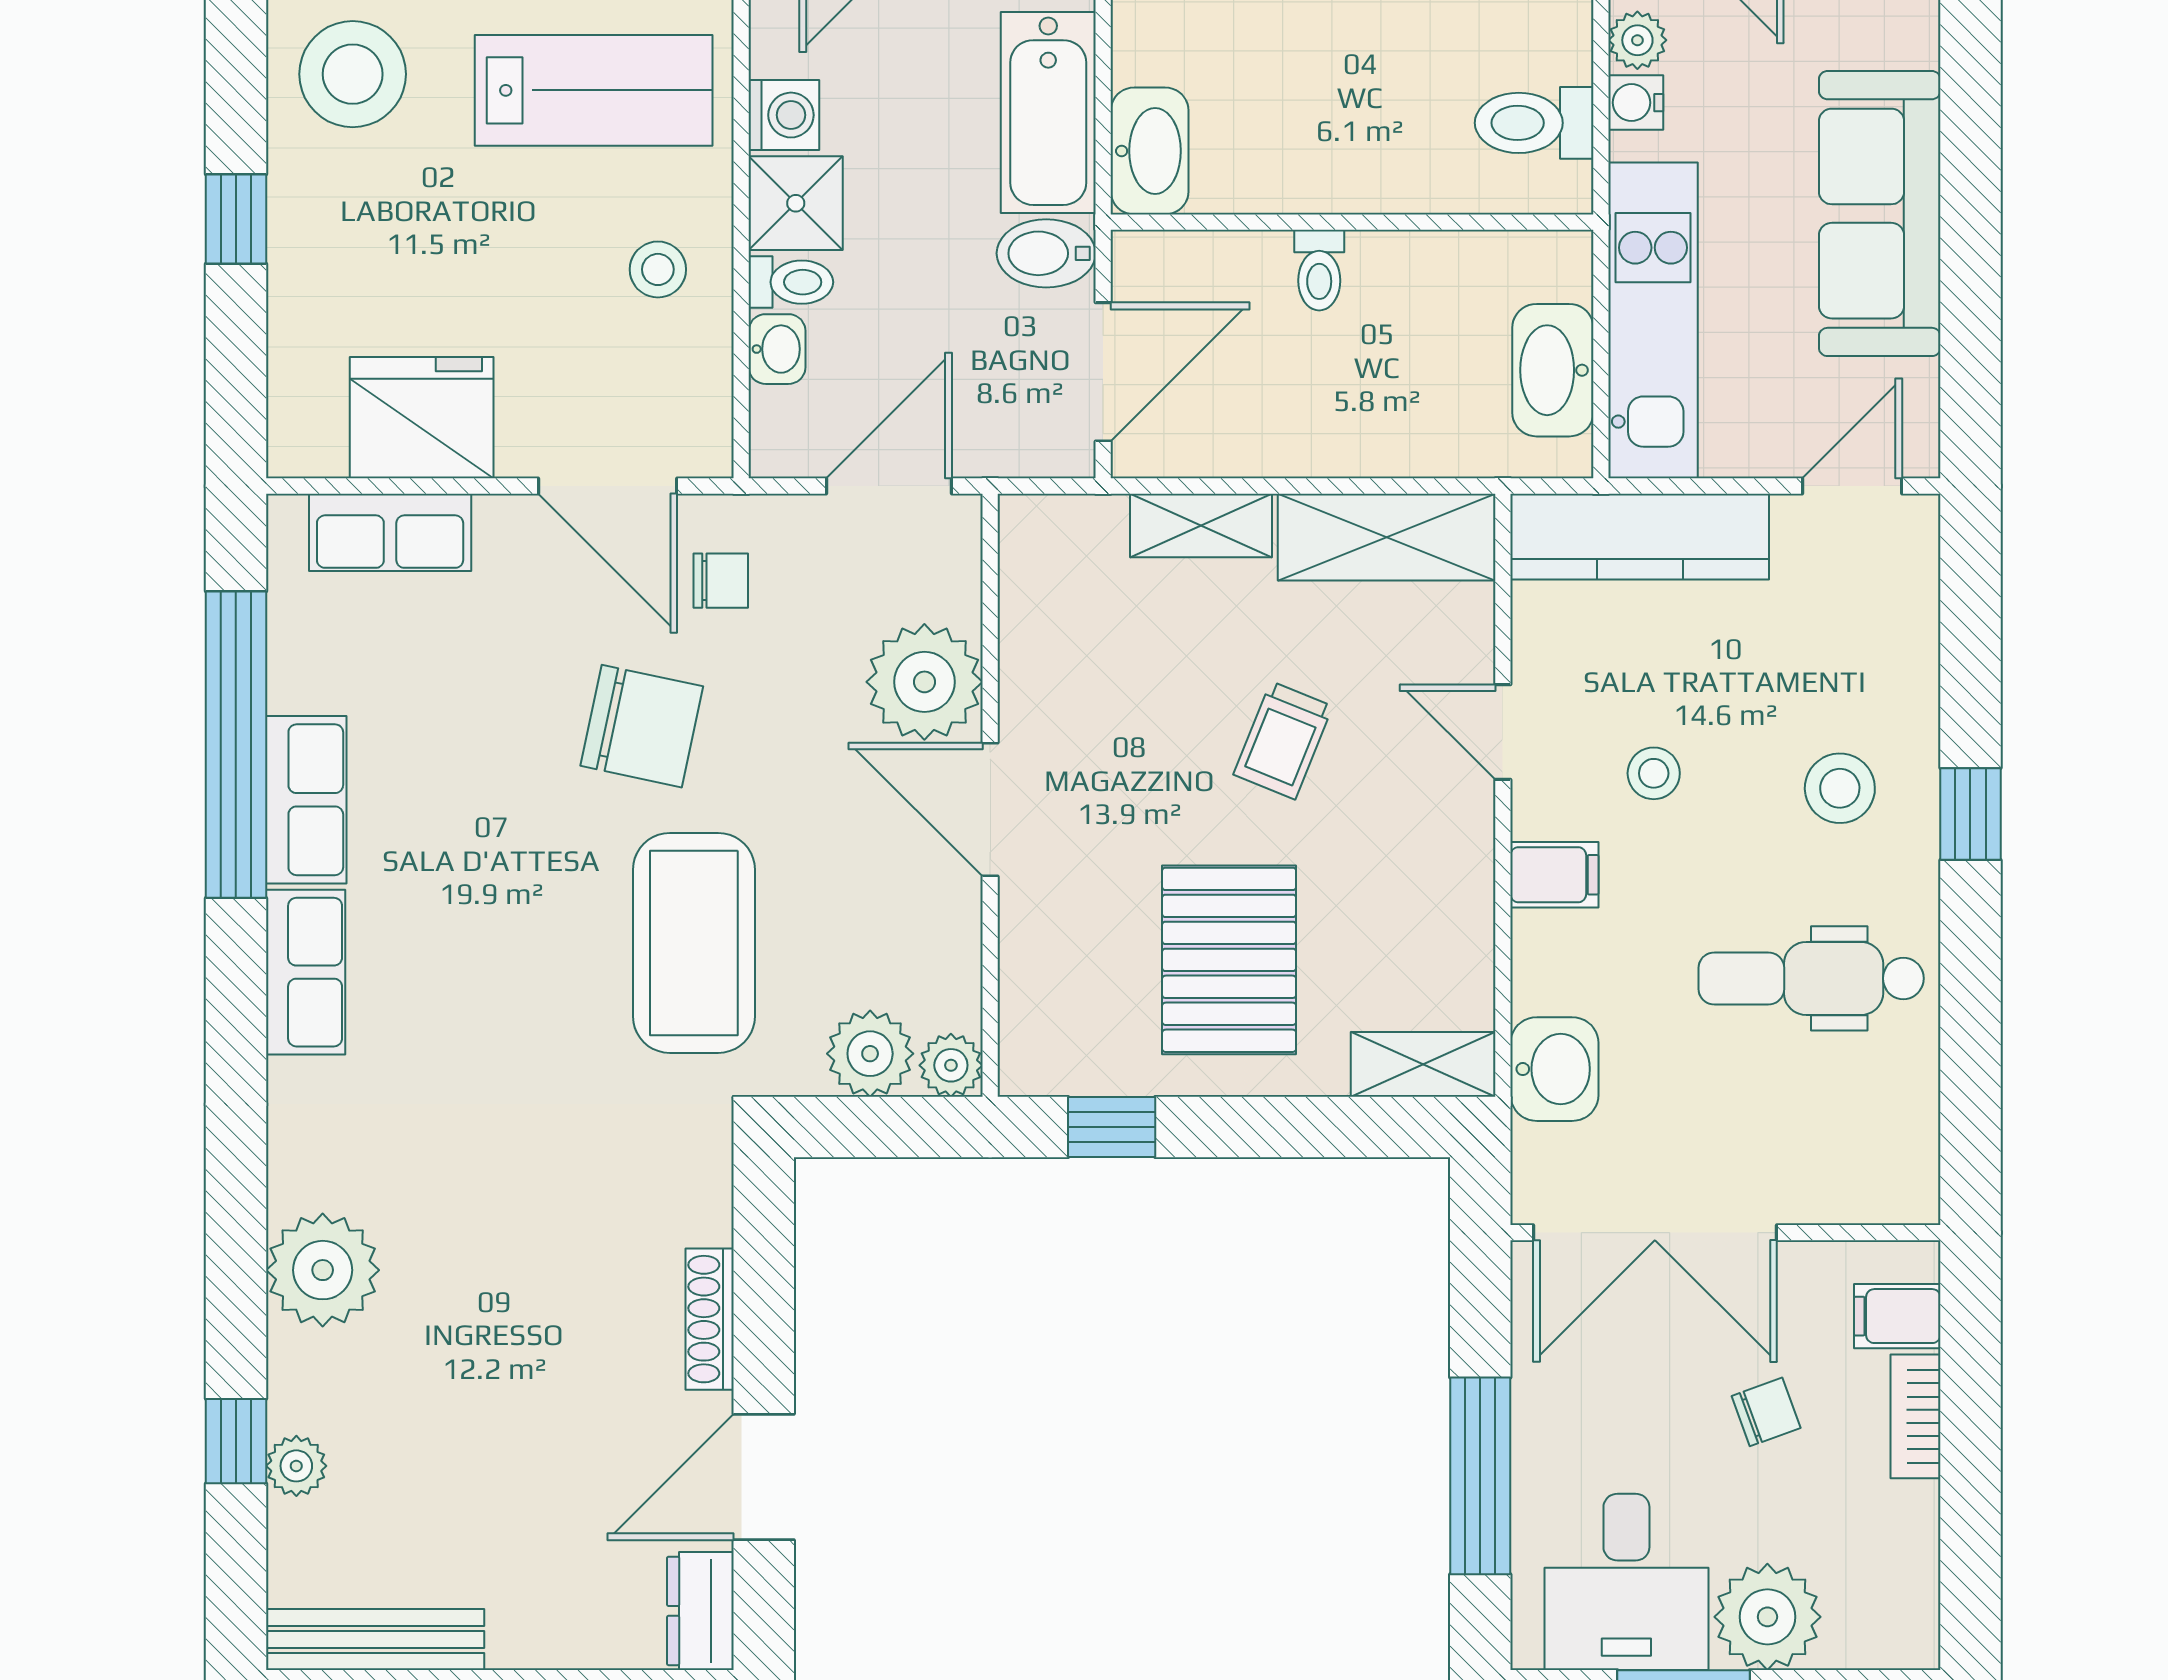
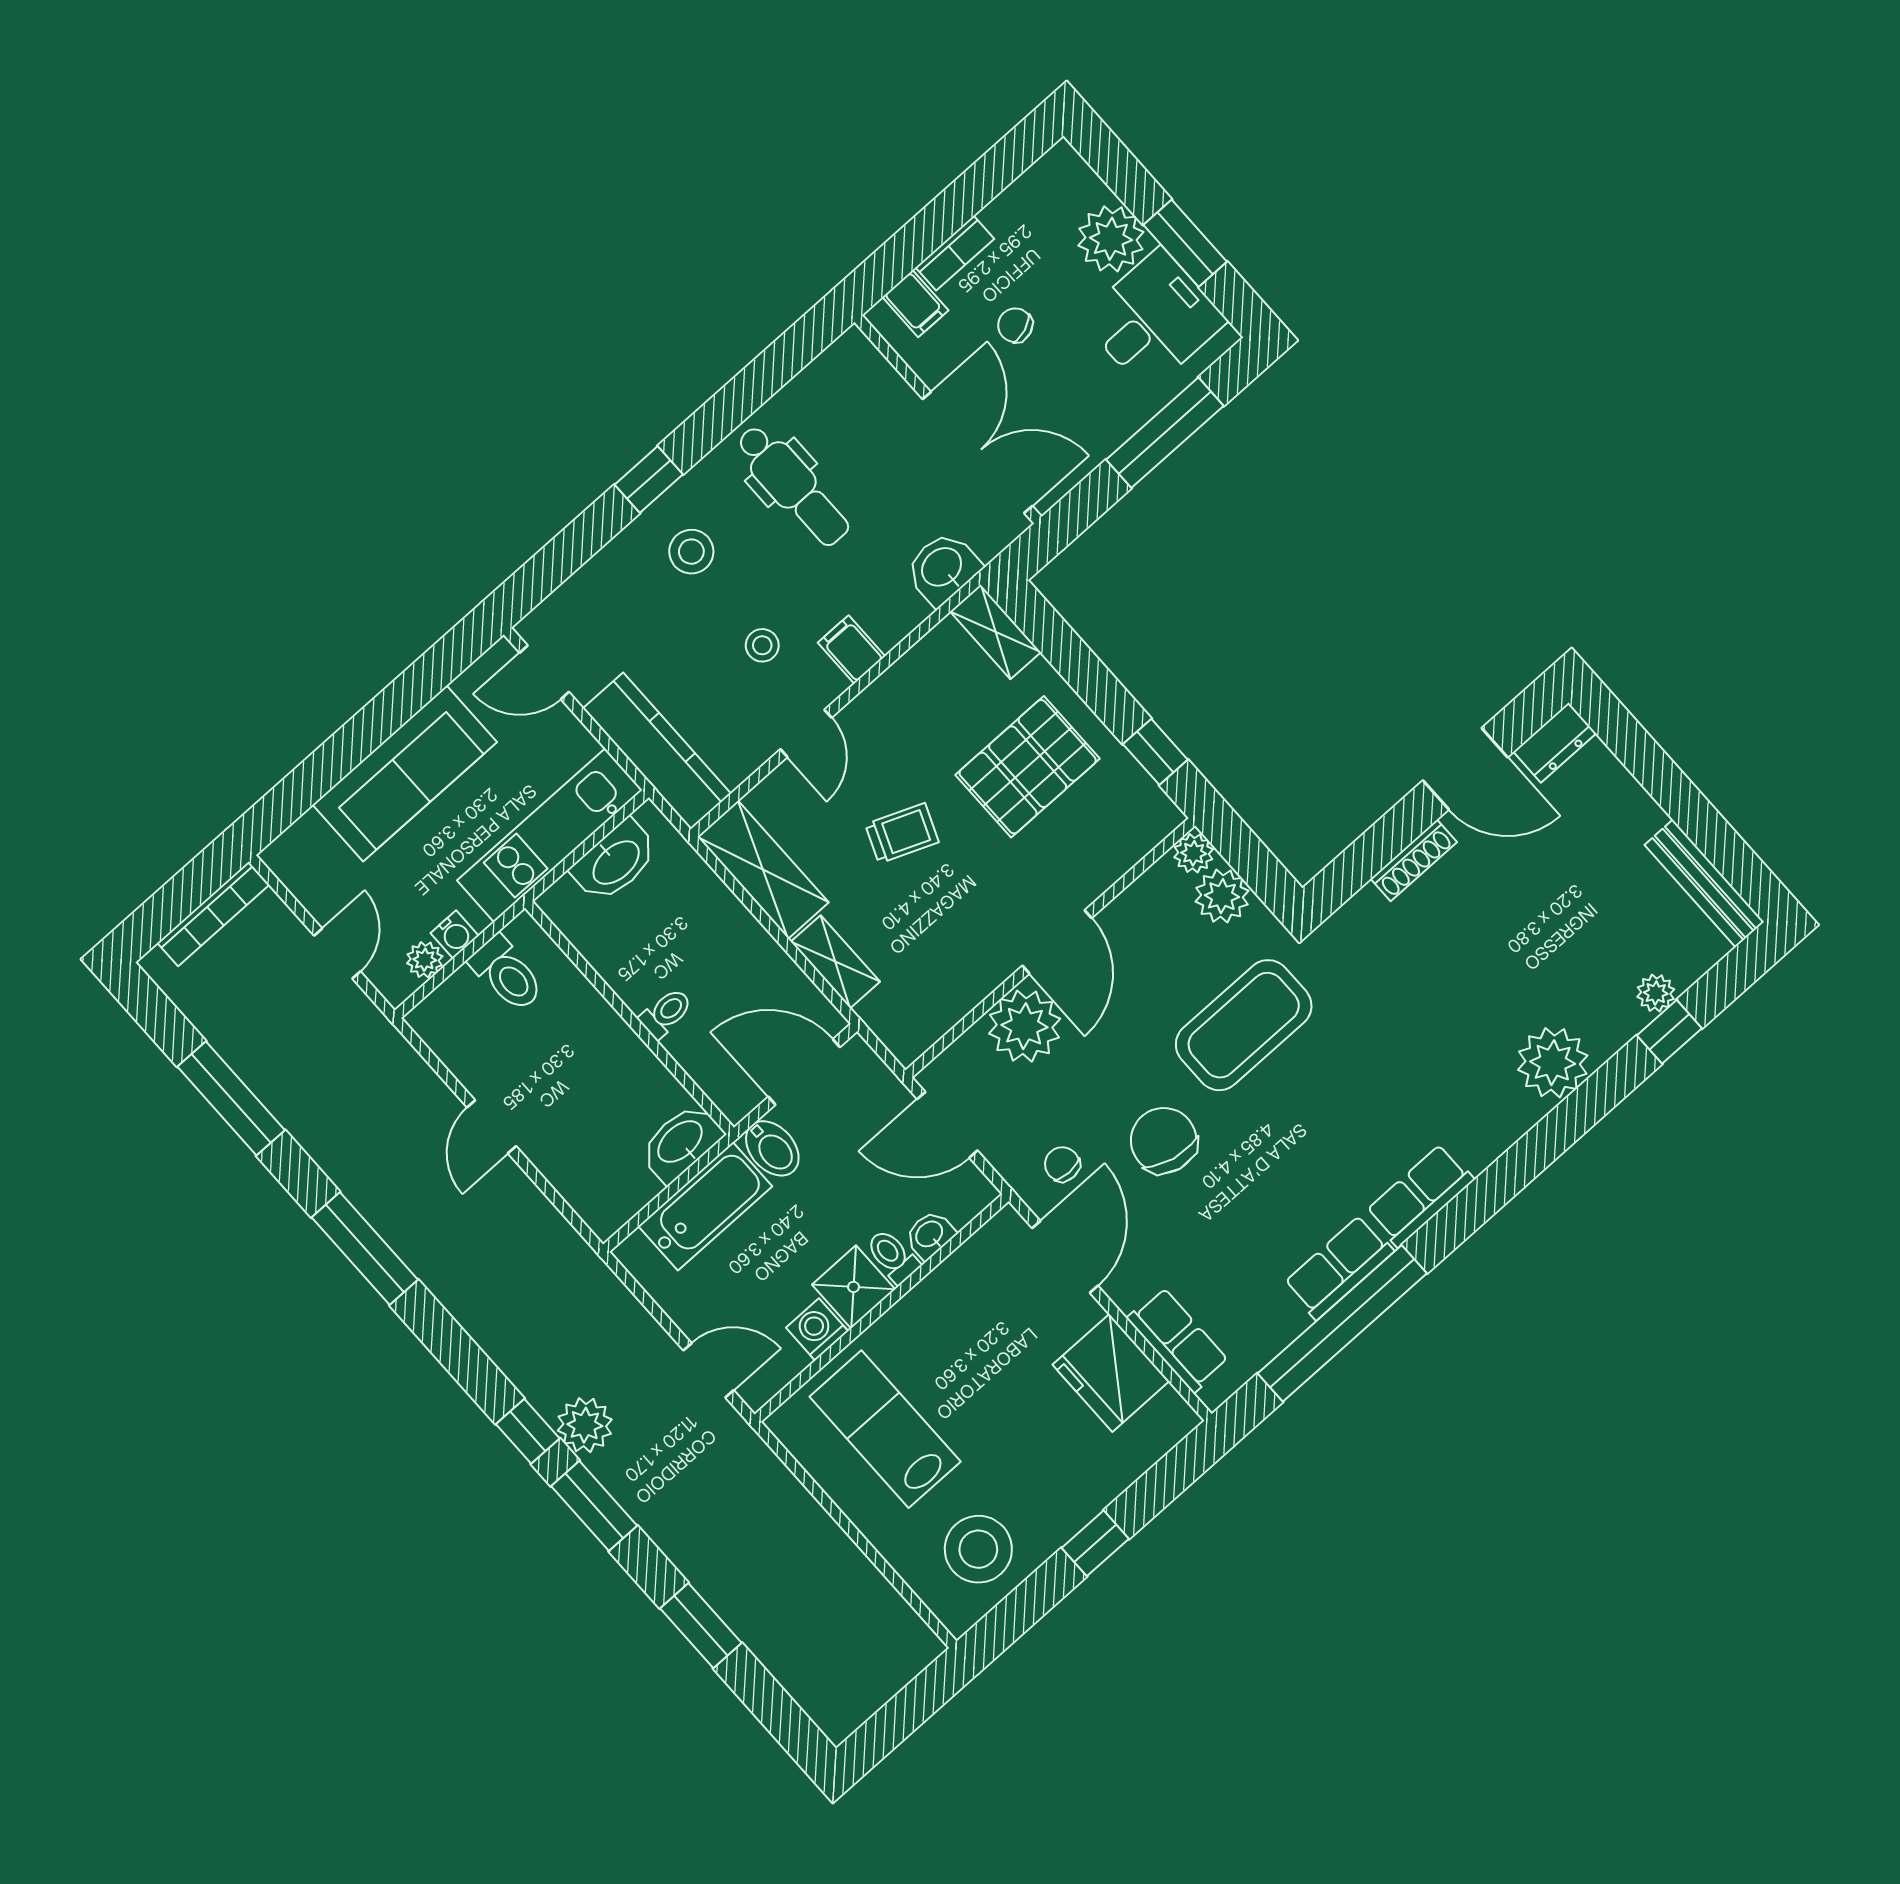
stool: (658, 269) -> (942, 1324), removed

